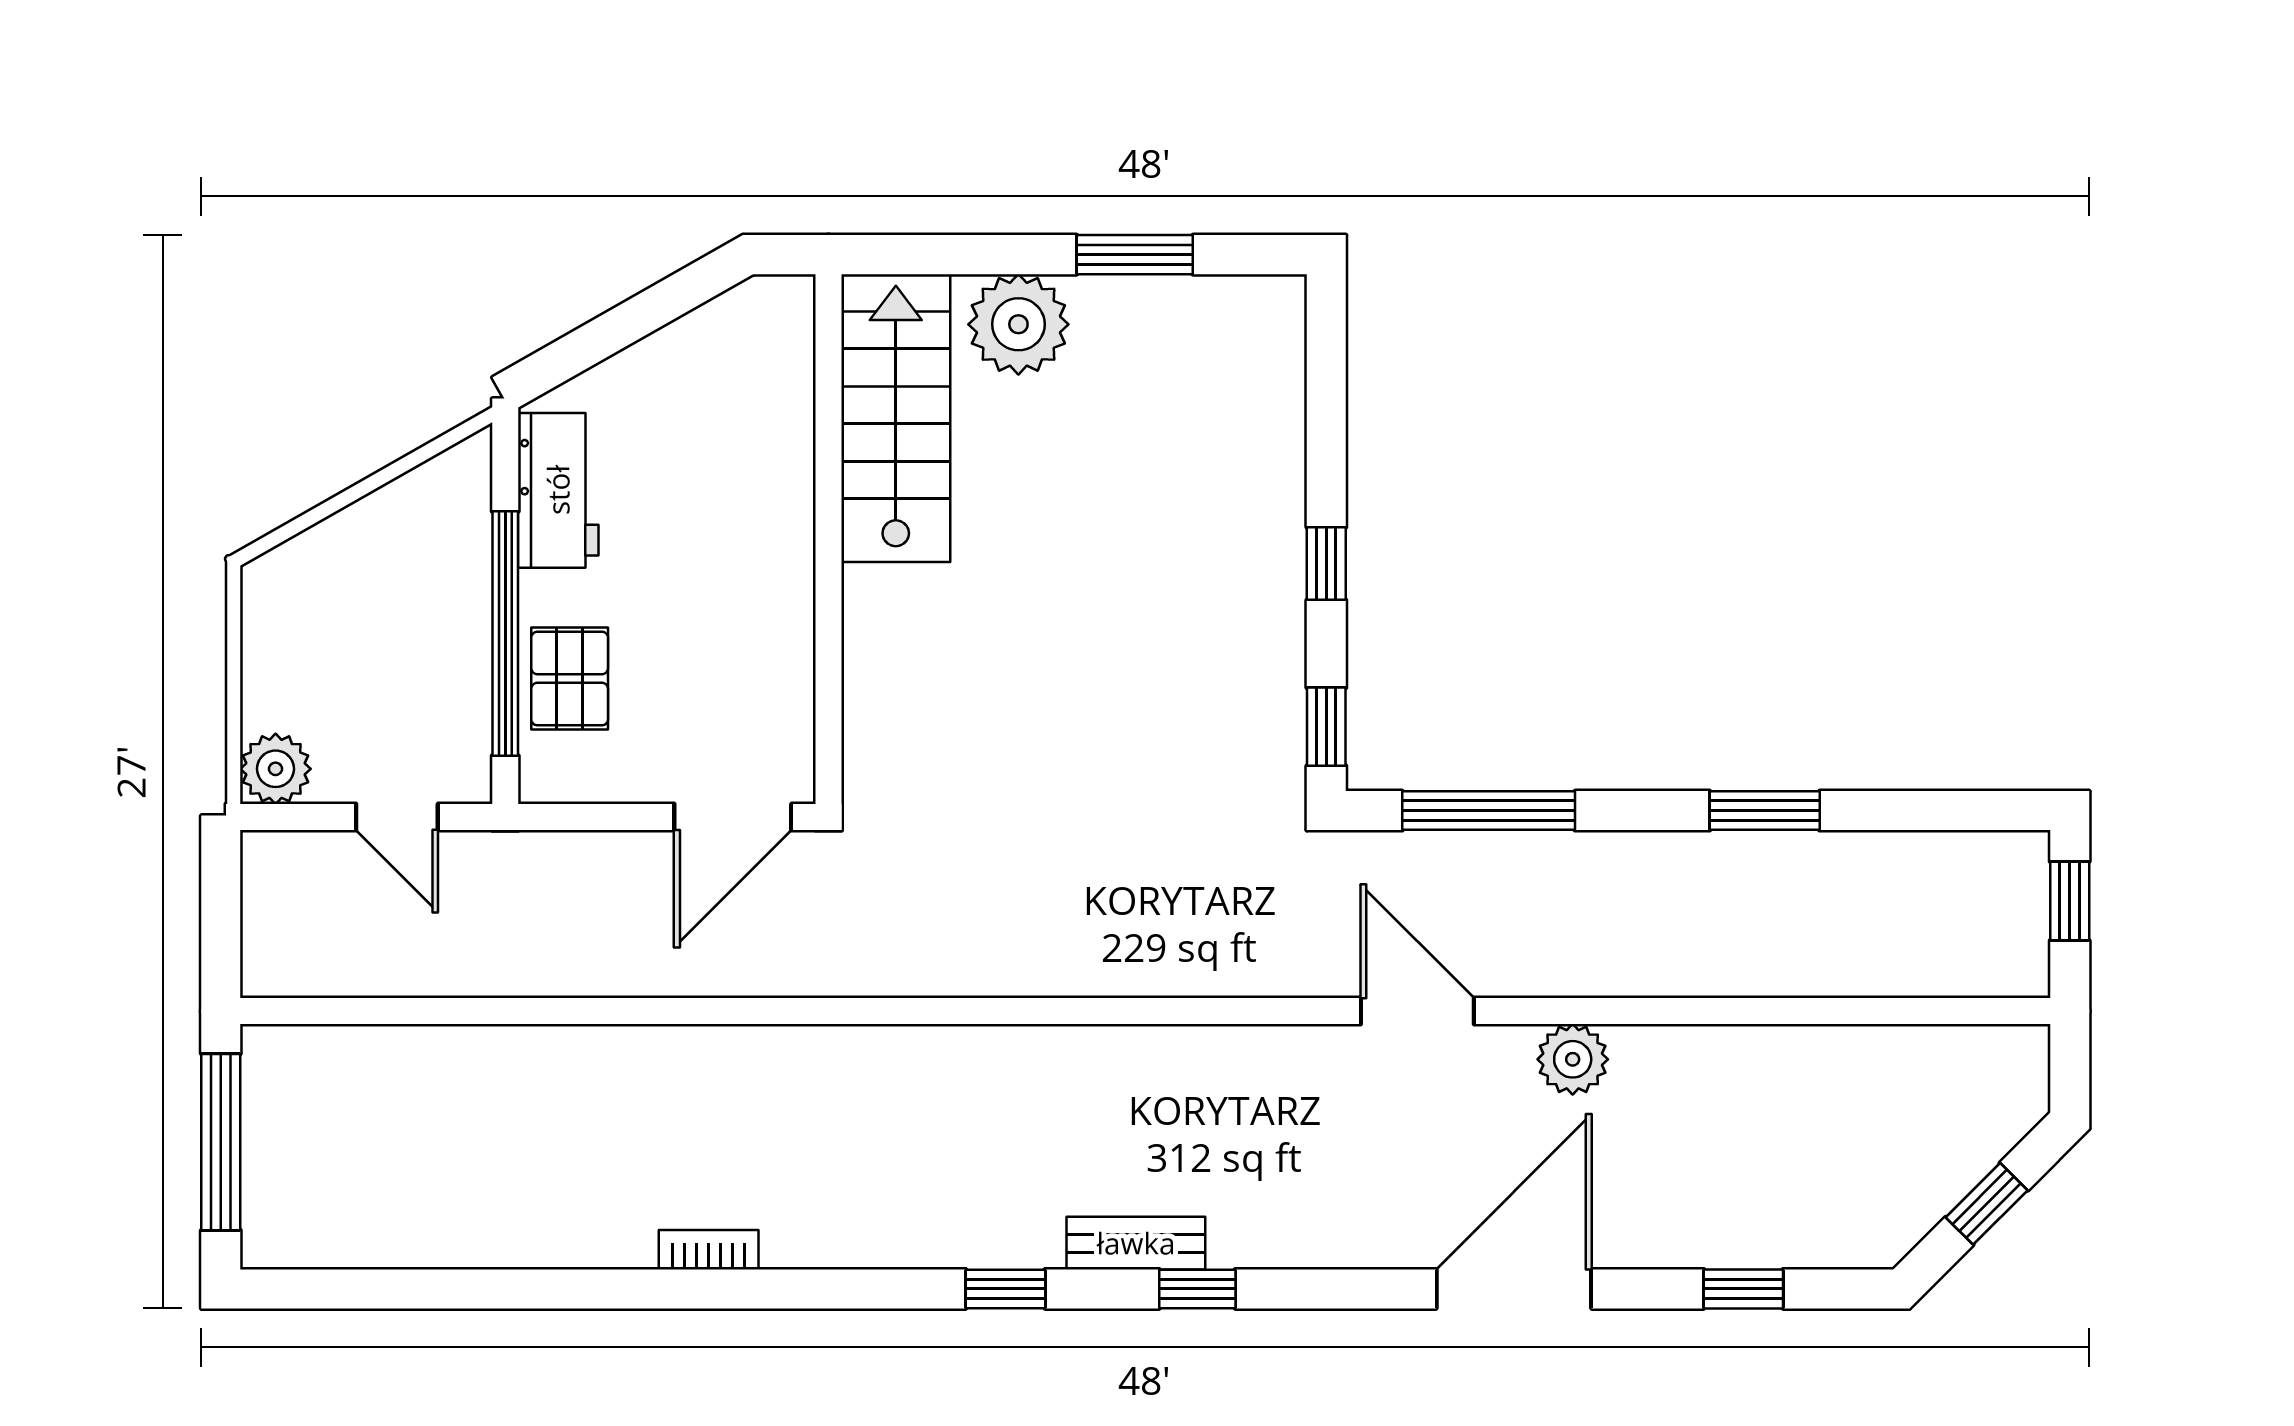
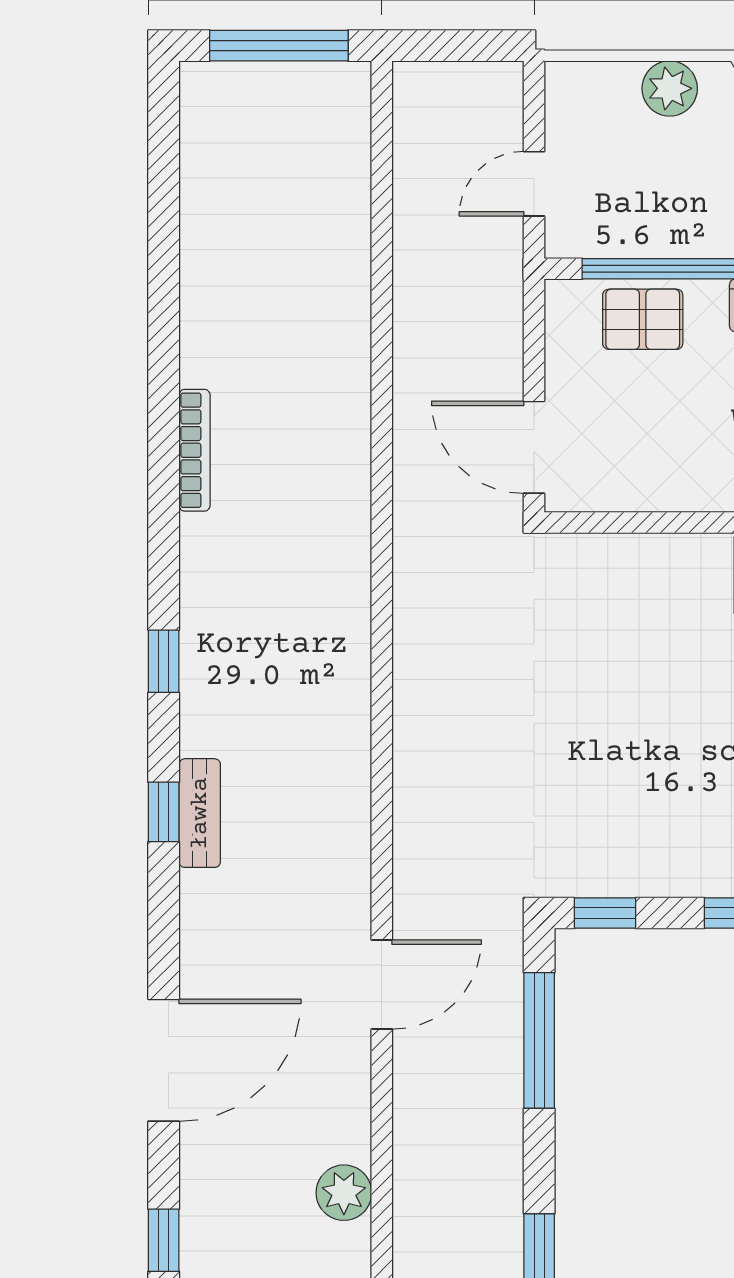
plant: (276, 769) -> (670, 88), moved
plant: (1573, 1059) -> (344, 1193), moved
bench: (1136, 1243) -> (200, 813), moved
bookcase: (709, 1250) -> (195, 450), width x1.56
door: (1514, 1289) -> (164, 1060), hinge flipped

